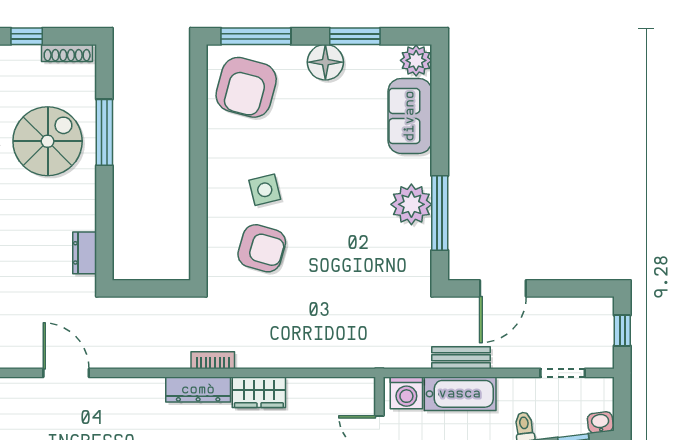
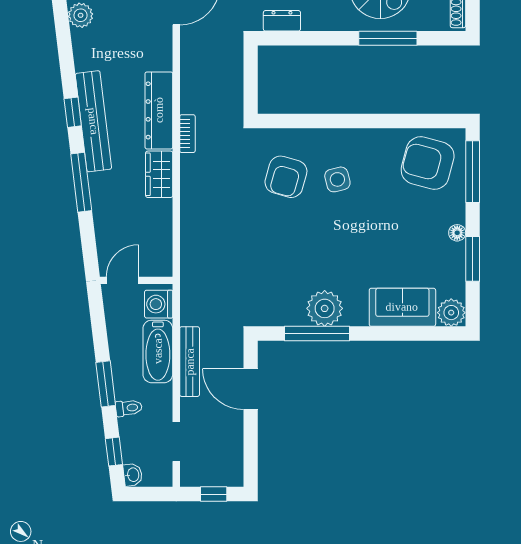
floor lamp: (325, 62) -> (457, 233), width x0.53, depth x0.53
bench: (461, 358) -> (190, 362), width x1.36
dresser: (198, 390) -> (159, 110), width x1.37, depth x1.24

